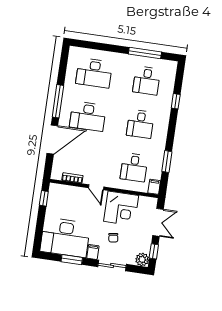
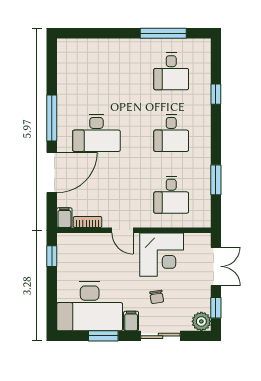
desk: (94, 73) -> (96, 71), removed
filing cabinet: (154, 187) -> (64, 218), moved

